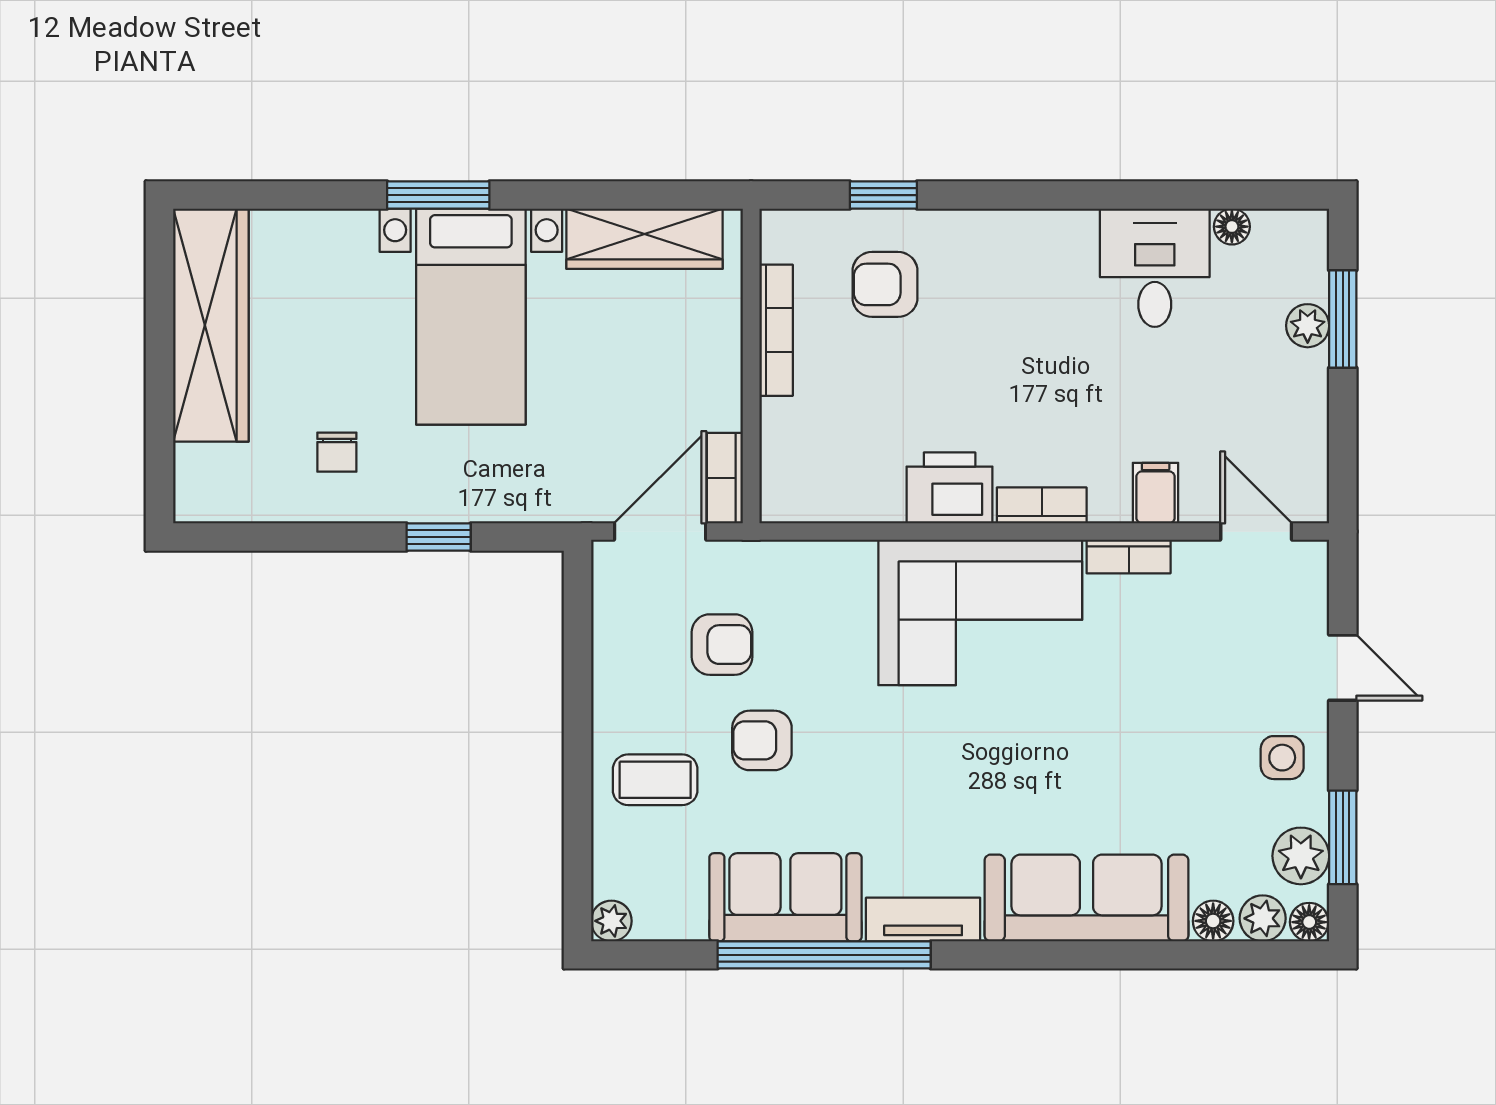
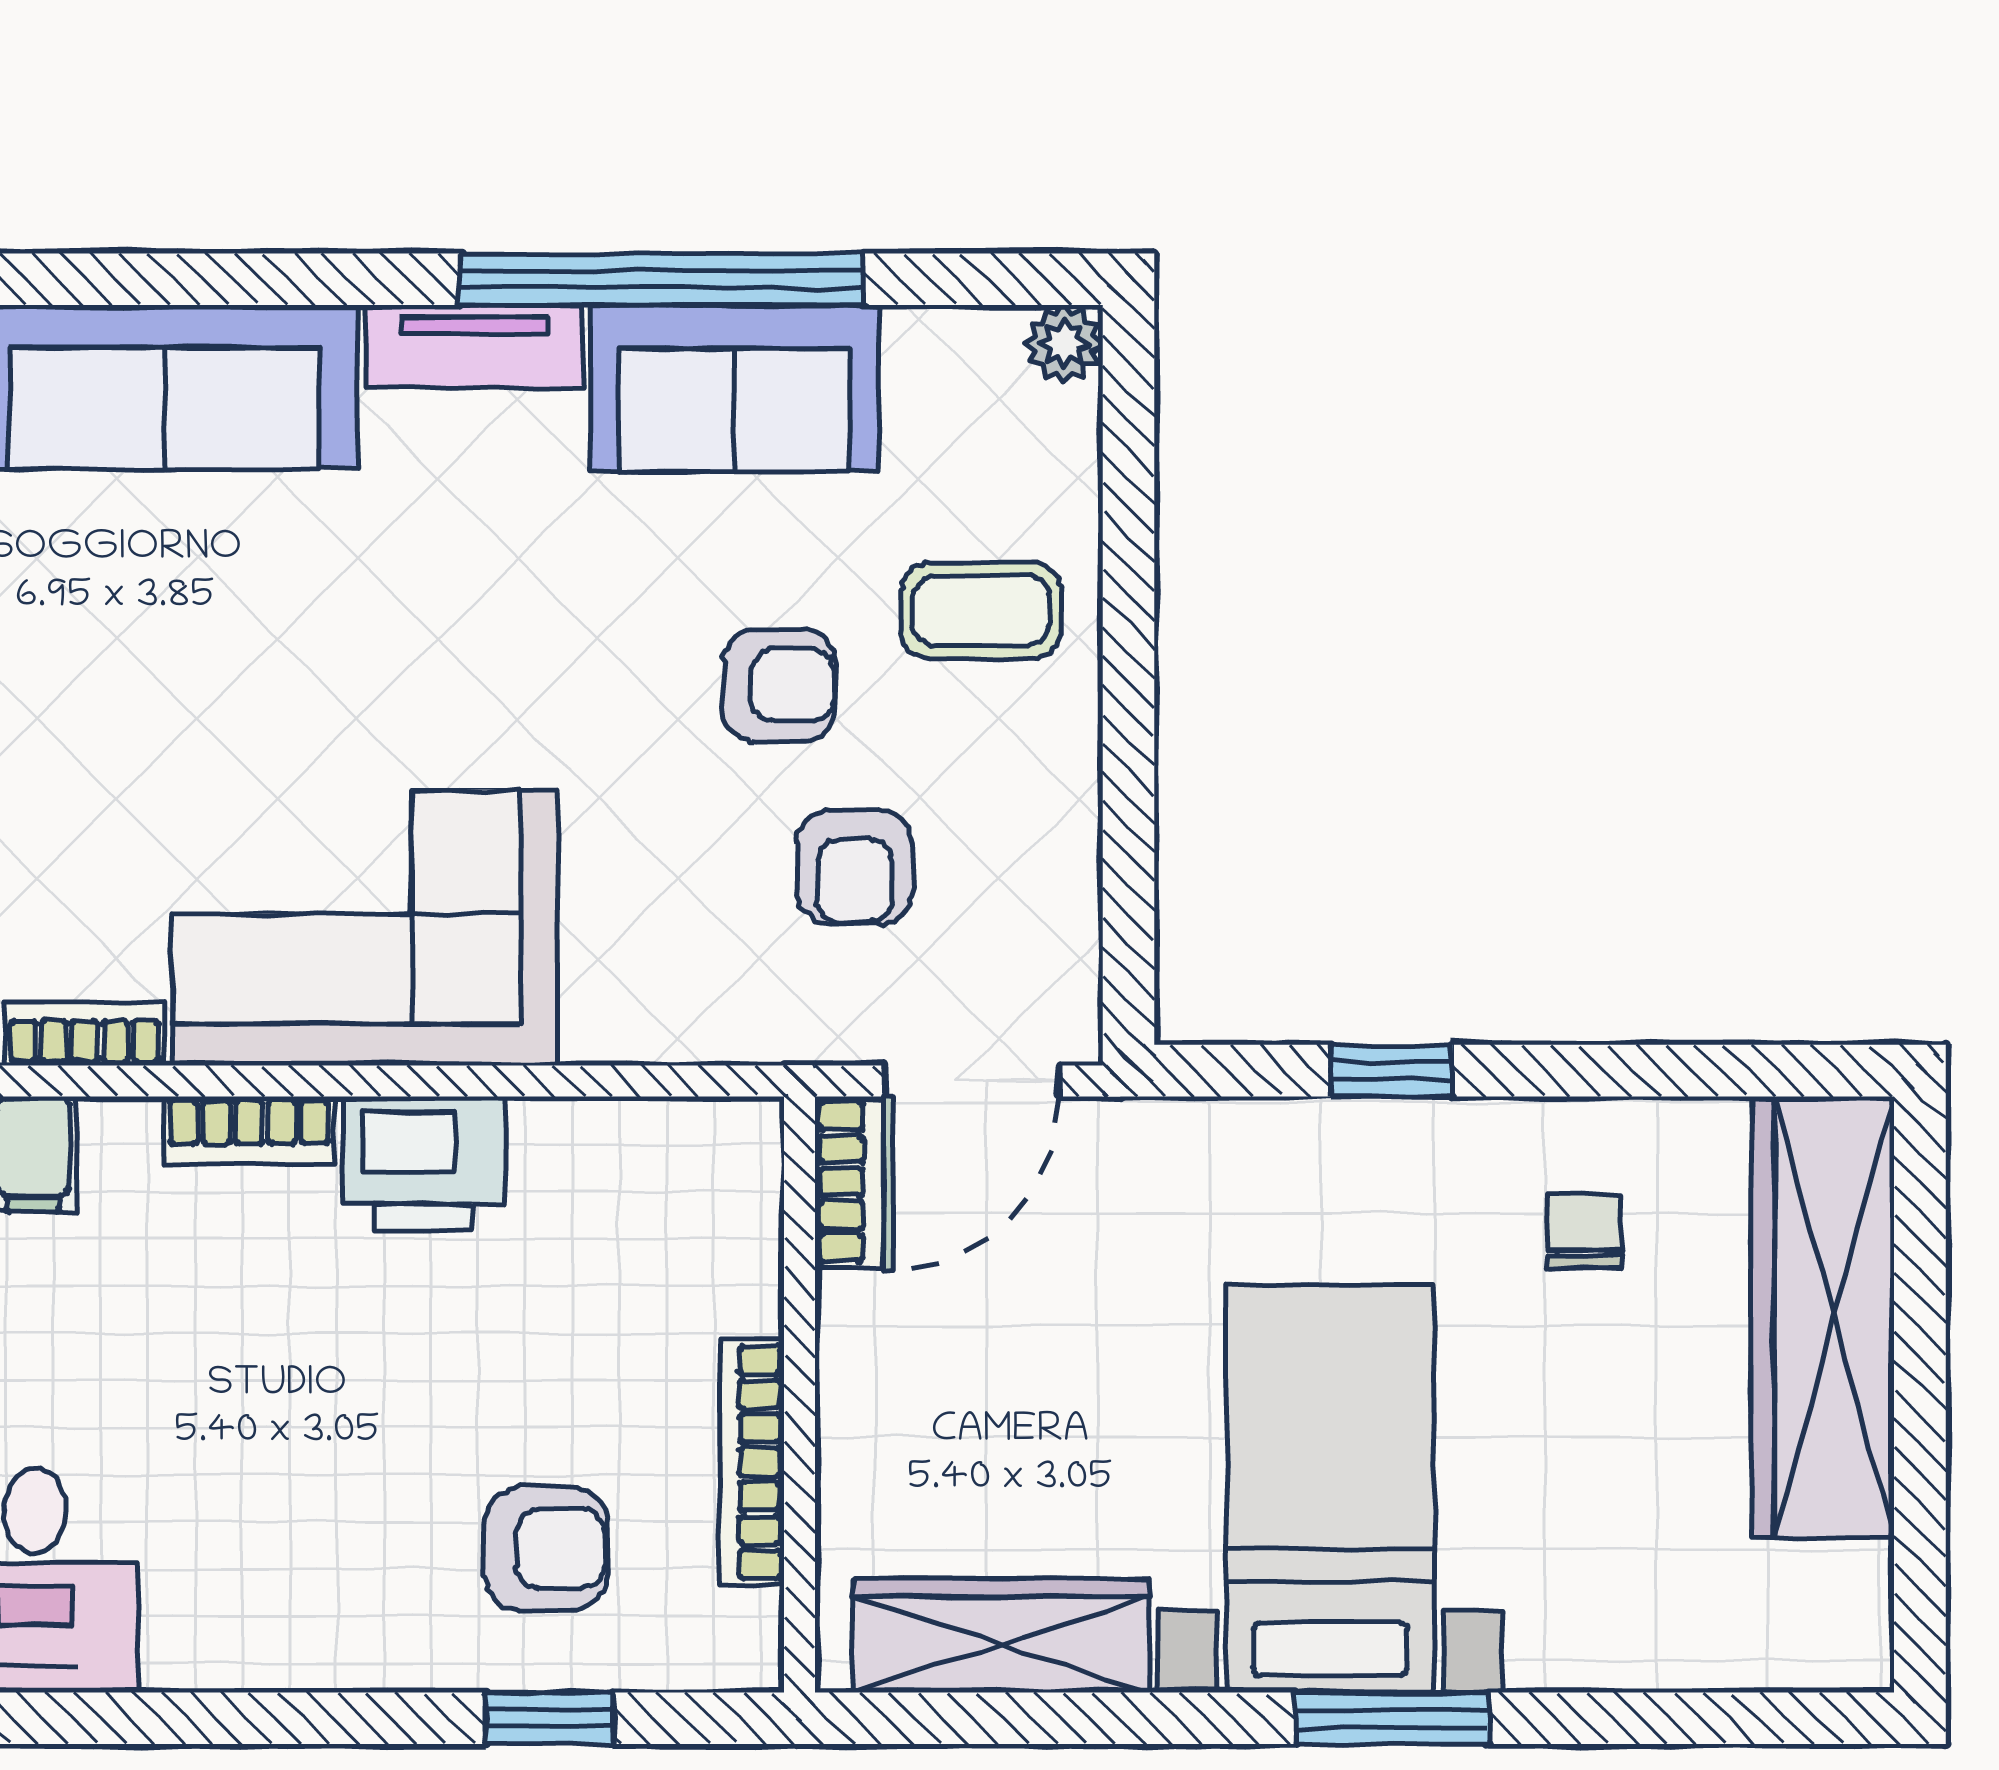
wardrobe: (211, 325) -> (1823, 1317), moved
armchair: (722, 645) -> (855, 867), turned -90

